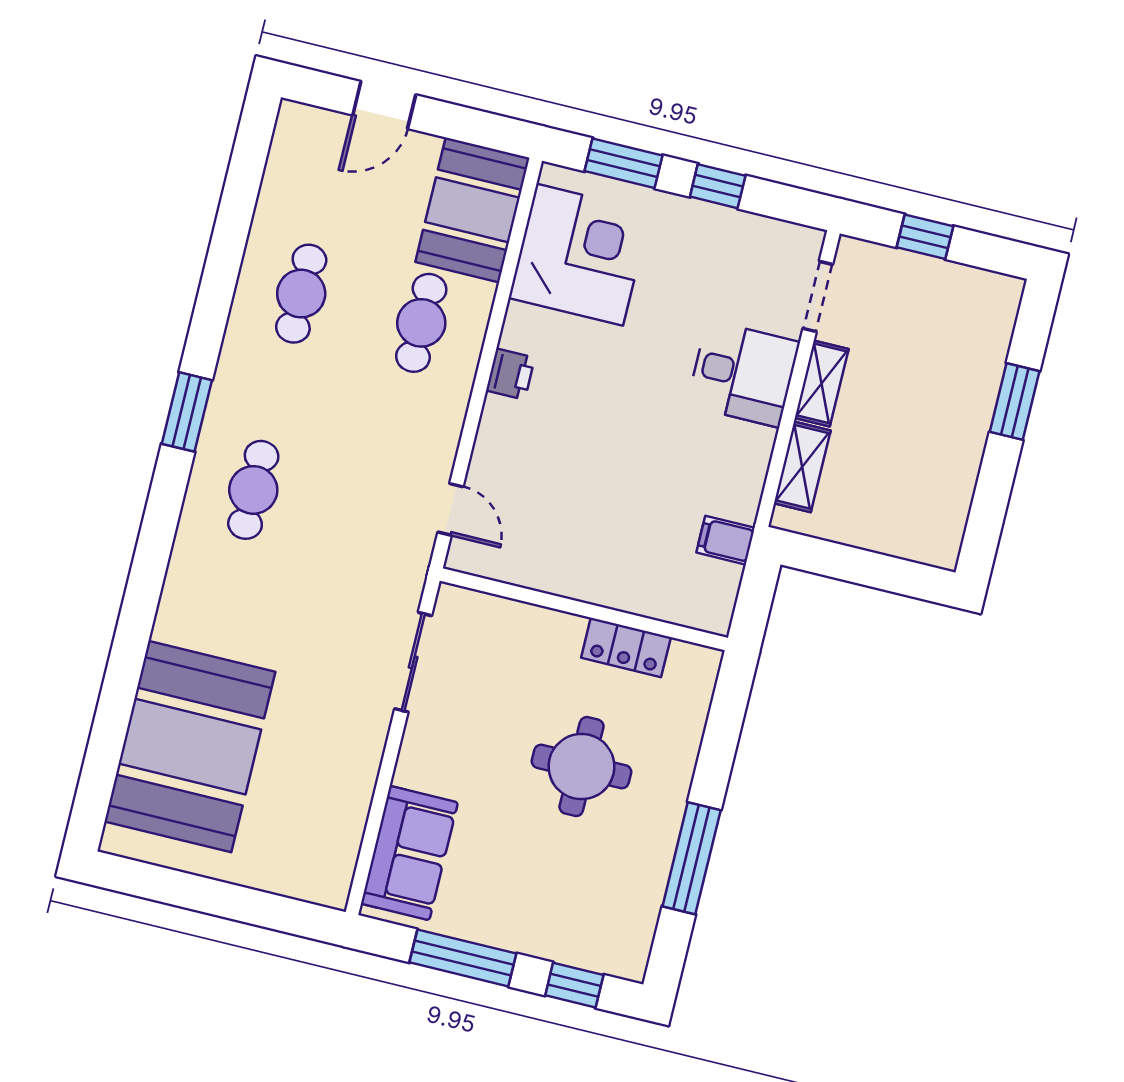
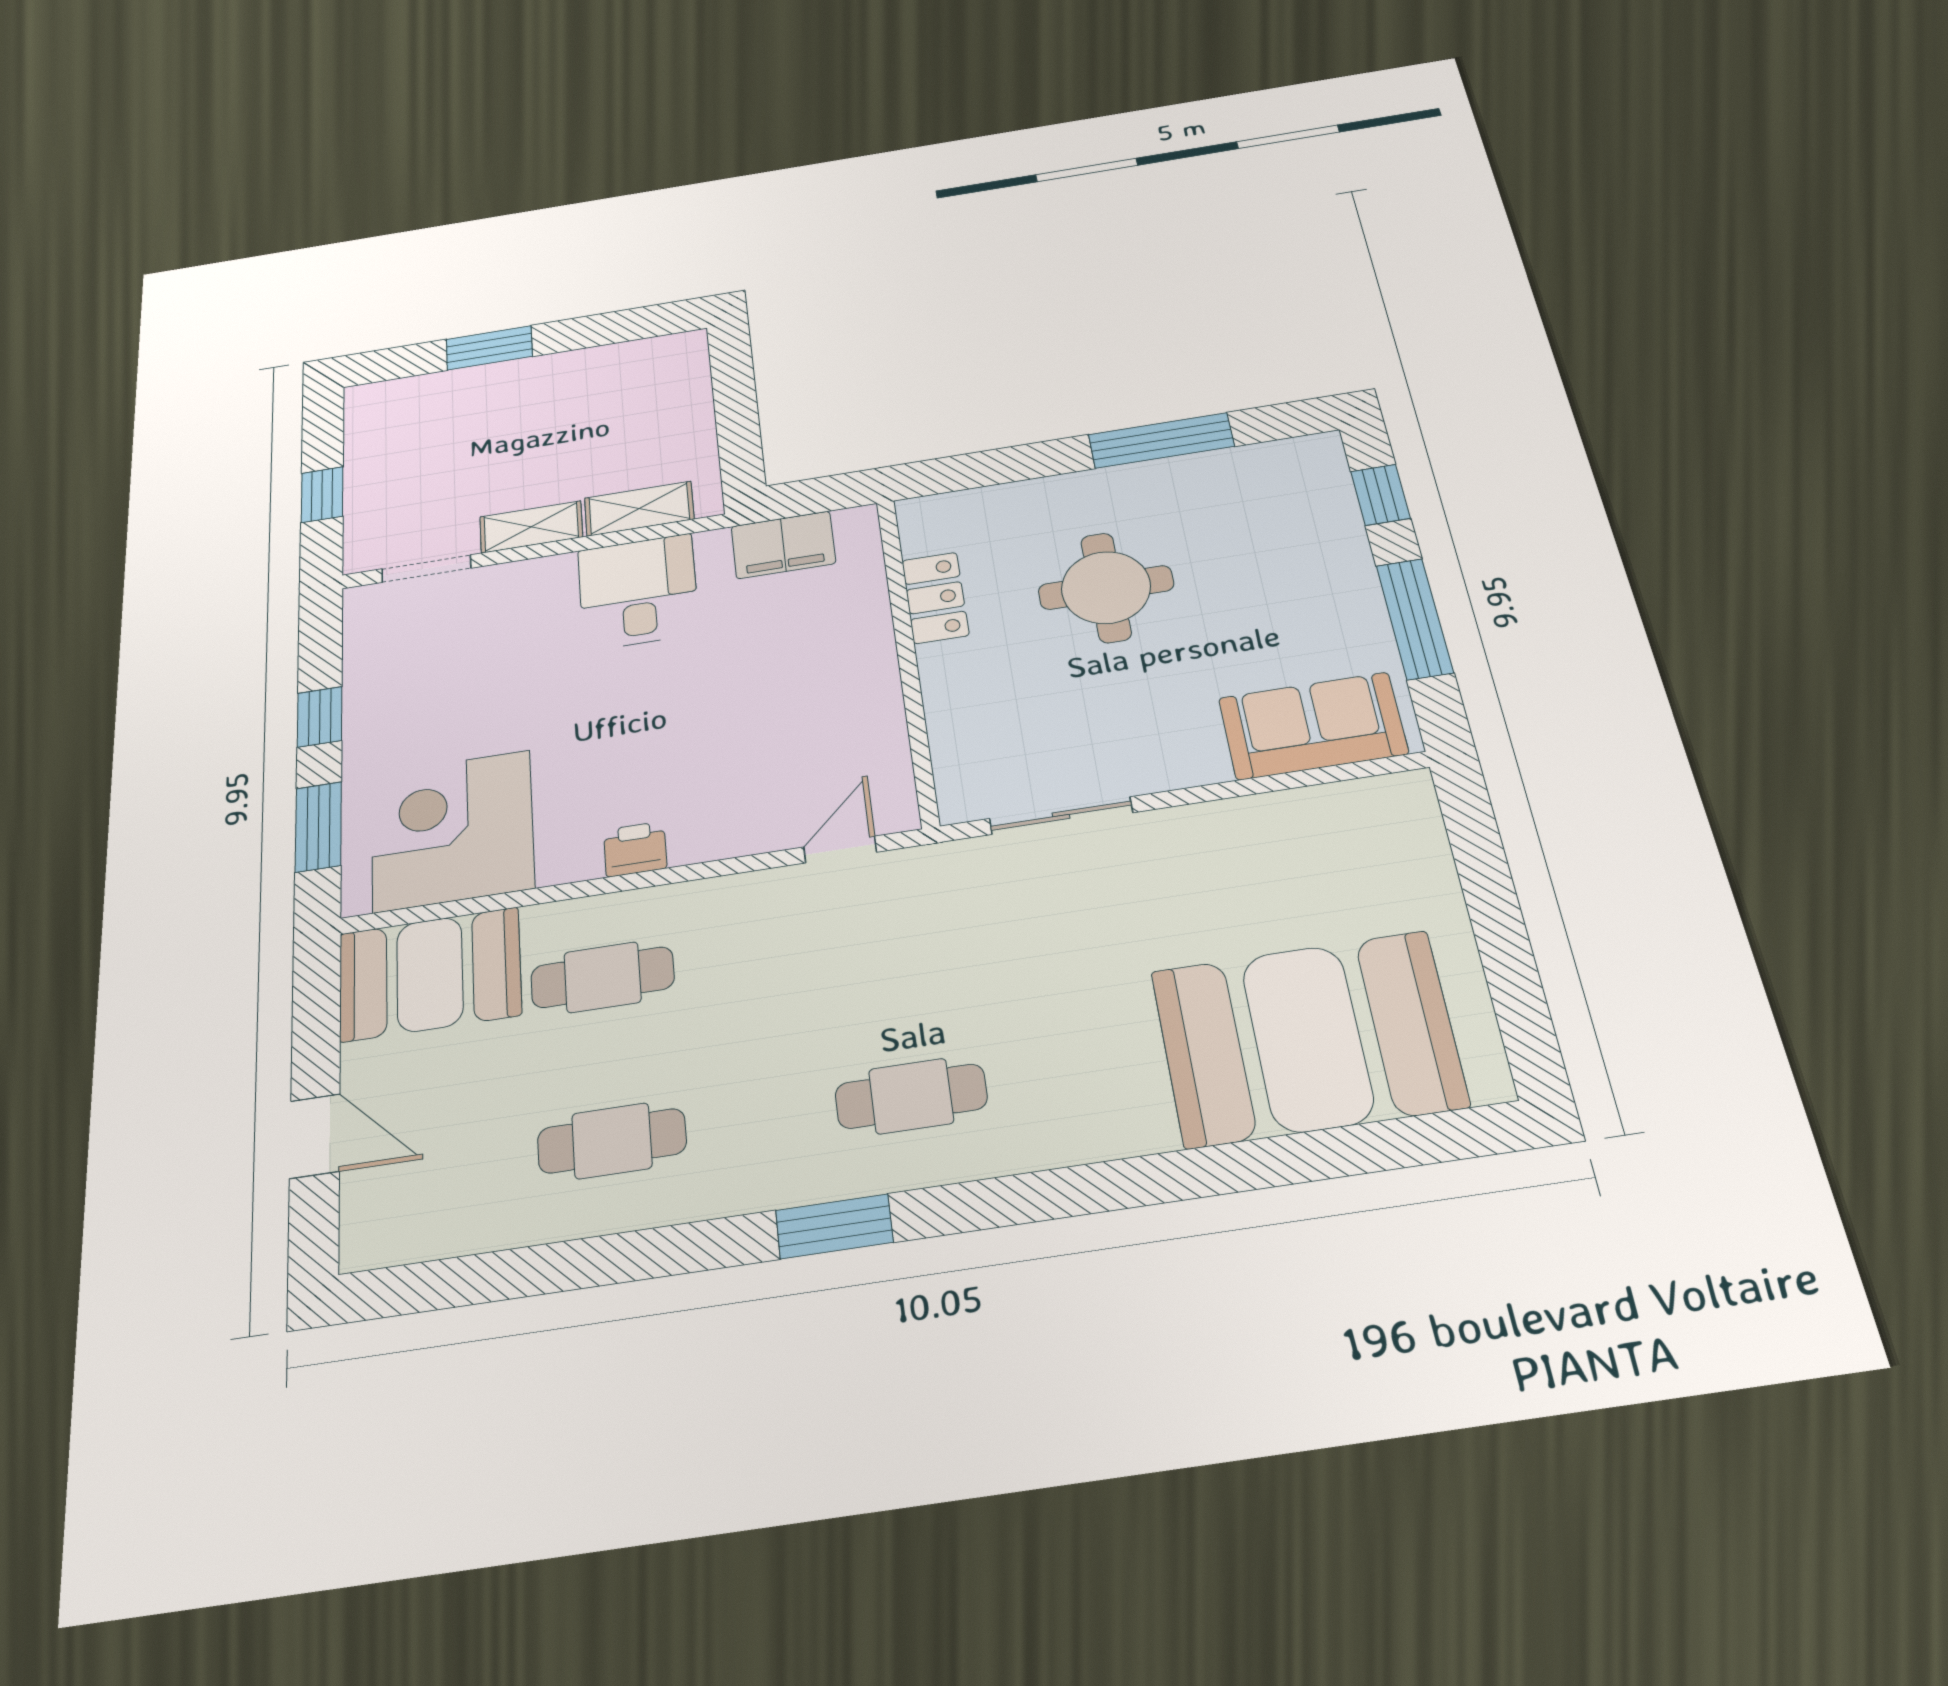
desk: (743, 374) -> (638, 592), moved
filing cabinet: (726, 540) -> (783, 545), width x2.00

